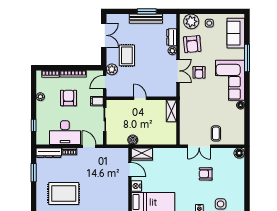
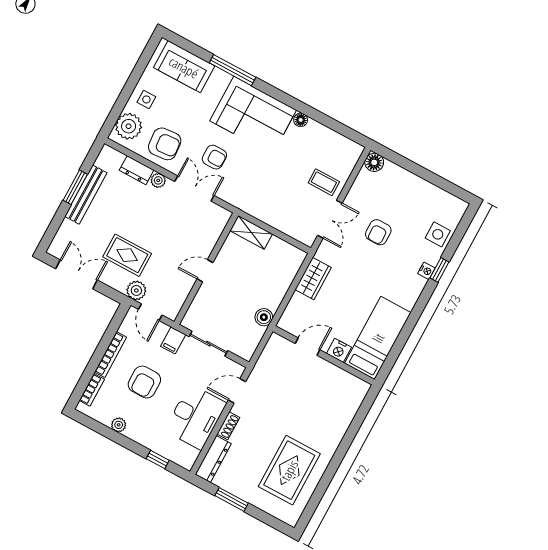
armchair: (69, 98) -> (144, 382), turned -90
wardrobe: (142, 154) -> (313, 279), moved

